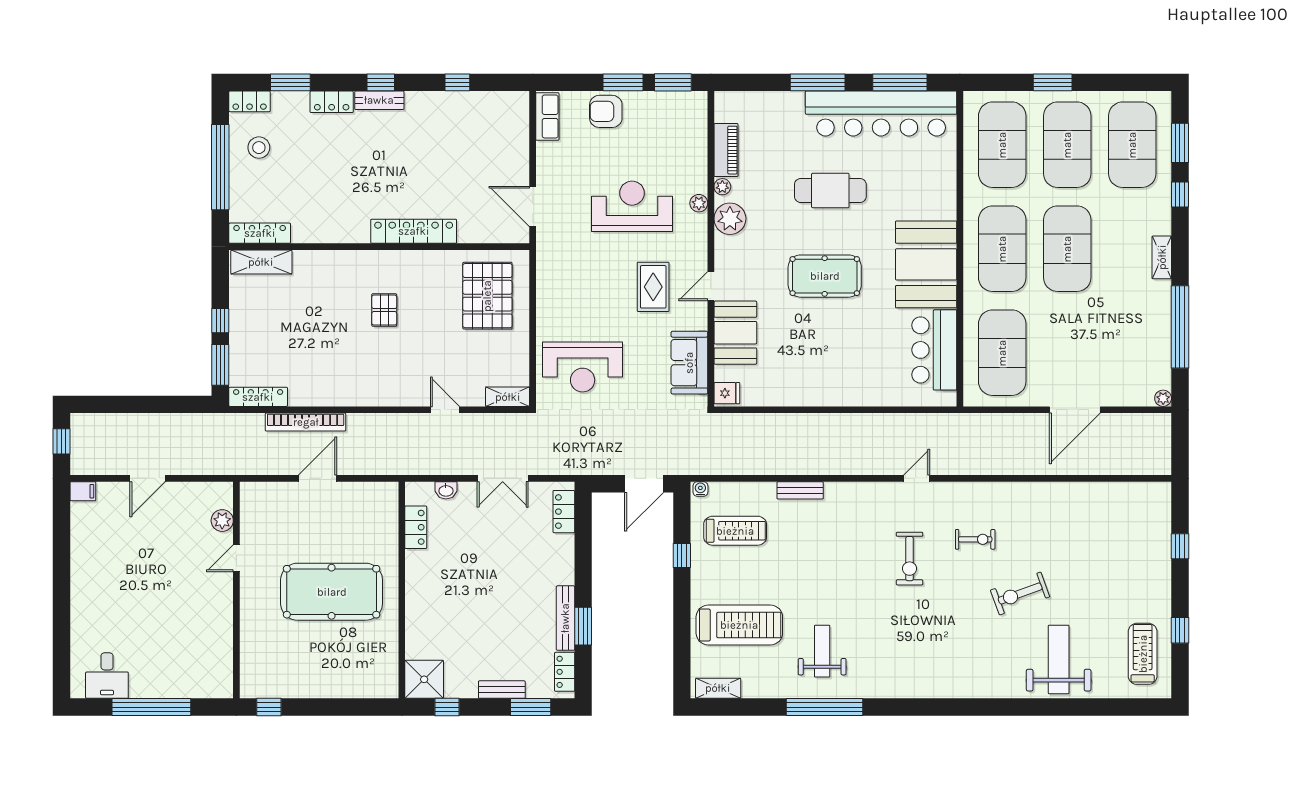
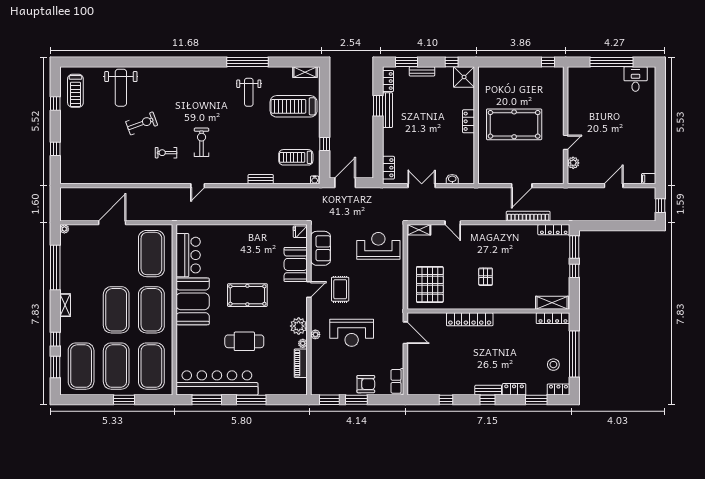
locker: (416, 527) -> (469, 121), moved

